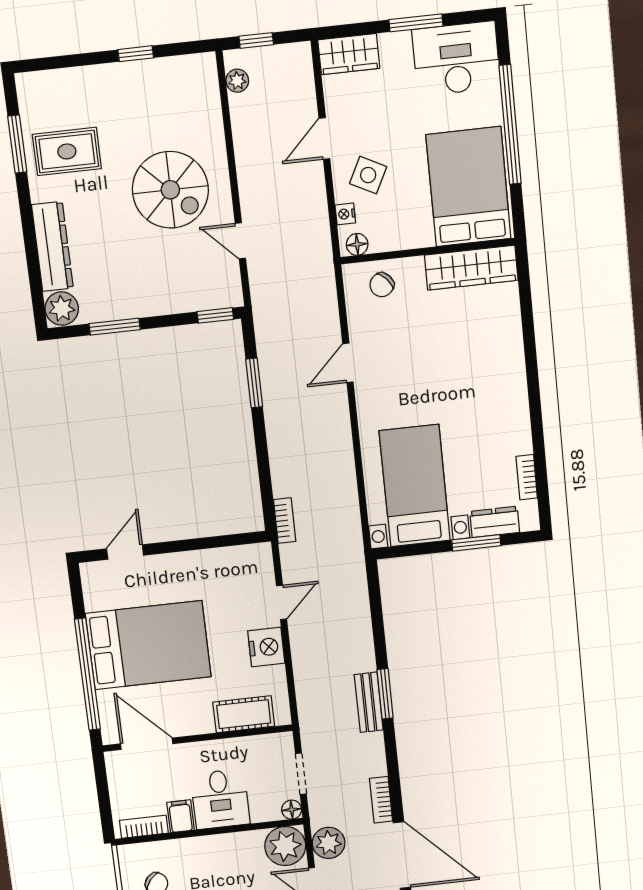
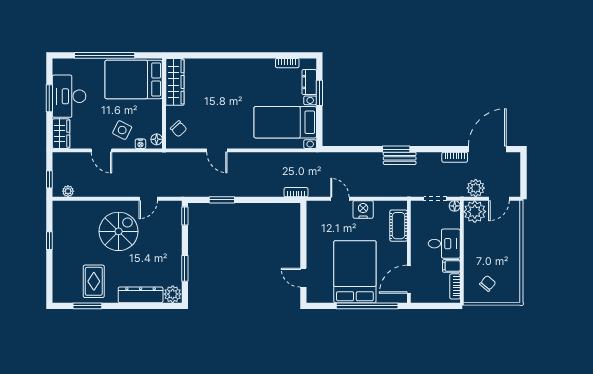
desk: (456, 59) -> (69, 96), moved

